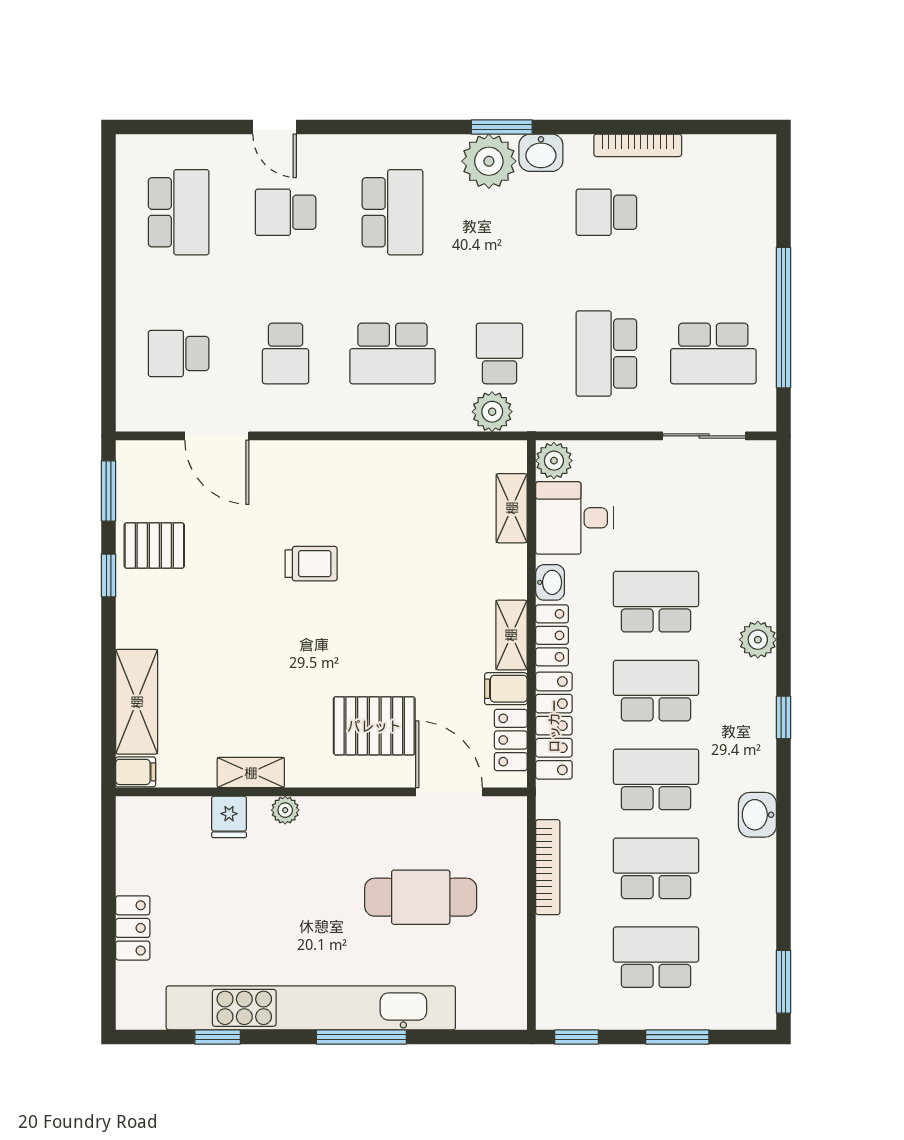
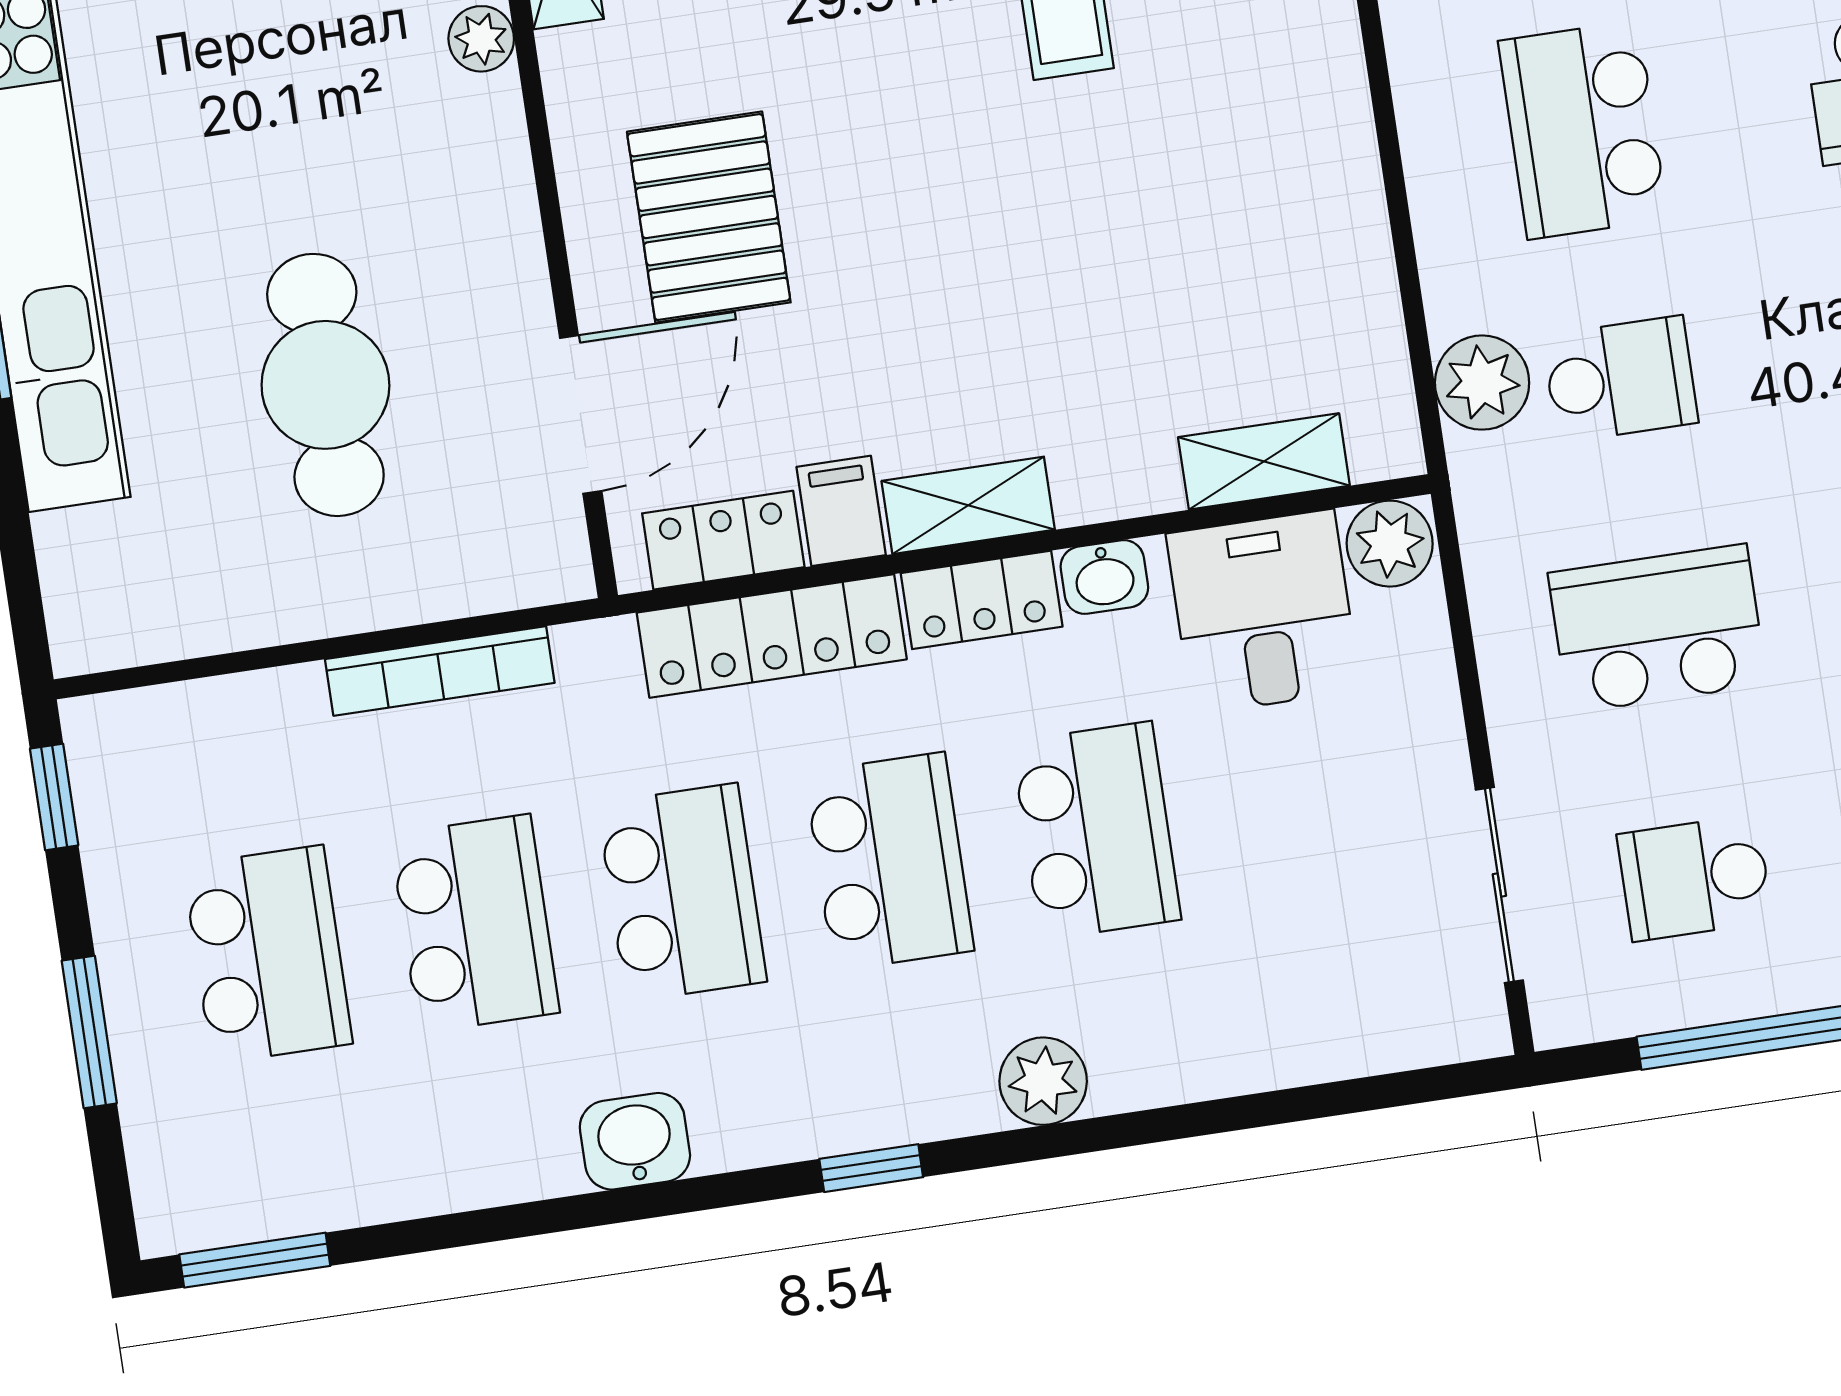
school desk: (713, 354) -> (1695, 878), width x0.54

